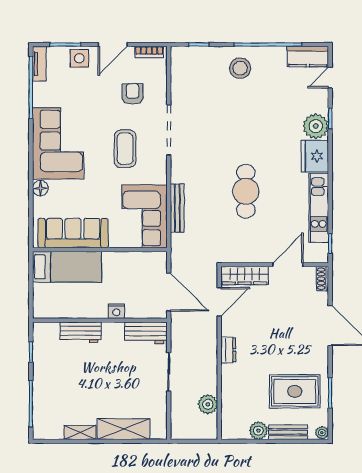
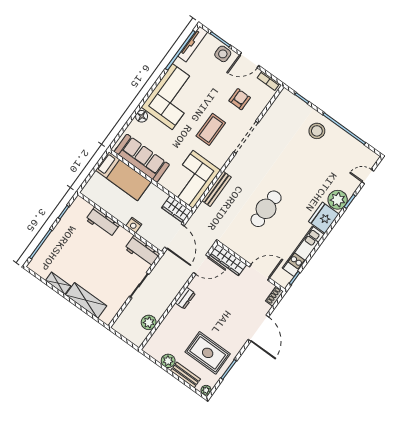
kitchen counter: (308, 57) -> (363, 154), removed
tv unit: (39, 64) -> (193, 44), width x1.41
wardrobe: (150, 261) -> (176, 209), added

